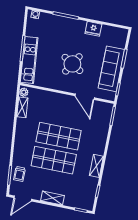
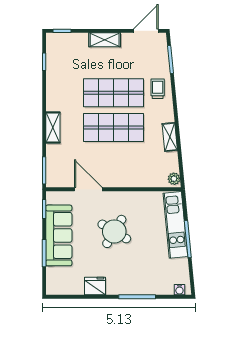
shelving: (22, 107) -> (170, 137), moved
shelving: (96, 166) -> (53, 127), moved
trolley: (19, 174) -> (158, 89), moved

